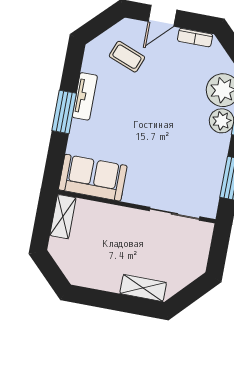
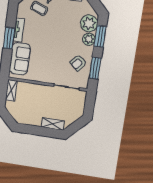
armchair: (199, 166) -> (78, 63), added
sofa: (93, 178) -> (20, 59), moved, turned 90

